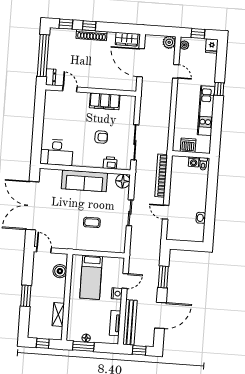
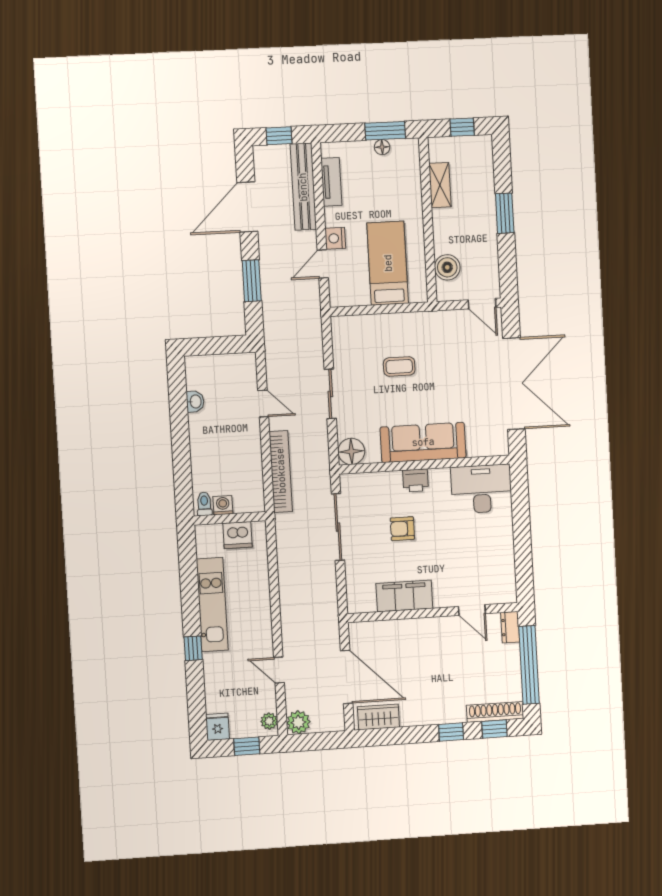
shoe rack: (92, 35) -> (495, 712), moved
printer: (110, 163) -> (415, 480), moved

